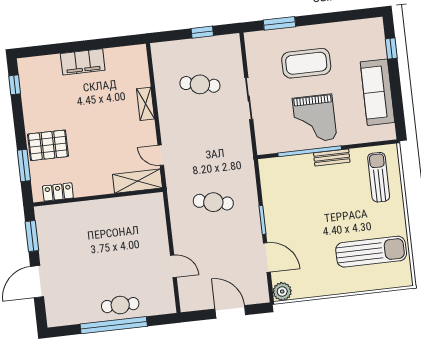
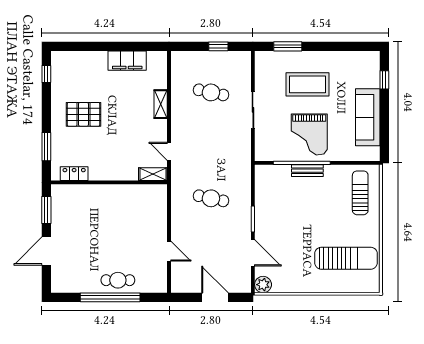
filing cabinet: (83, 62) -> (127, 61), moved
pallet: (48, 145) -> (83, 114), moved
bench: (332, 157) -> (307, 171), moved
shelving: (137, 181) -> (153, 174), width x0.67, depth x0.75

